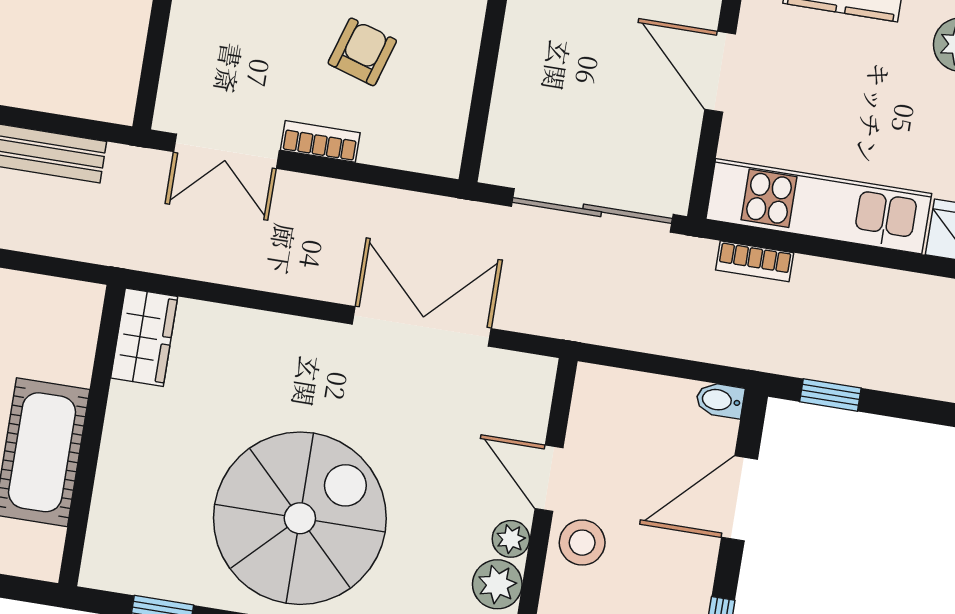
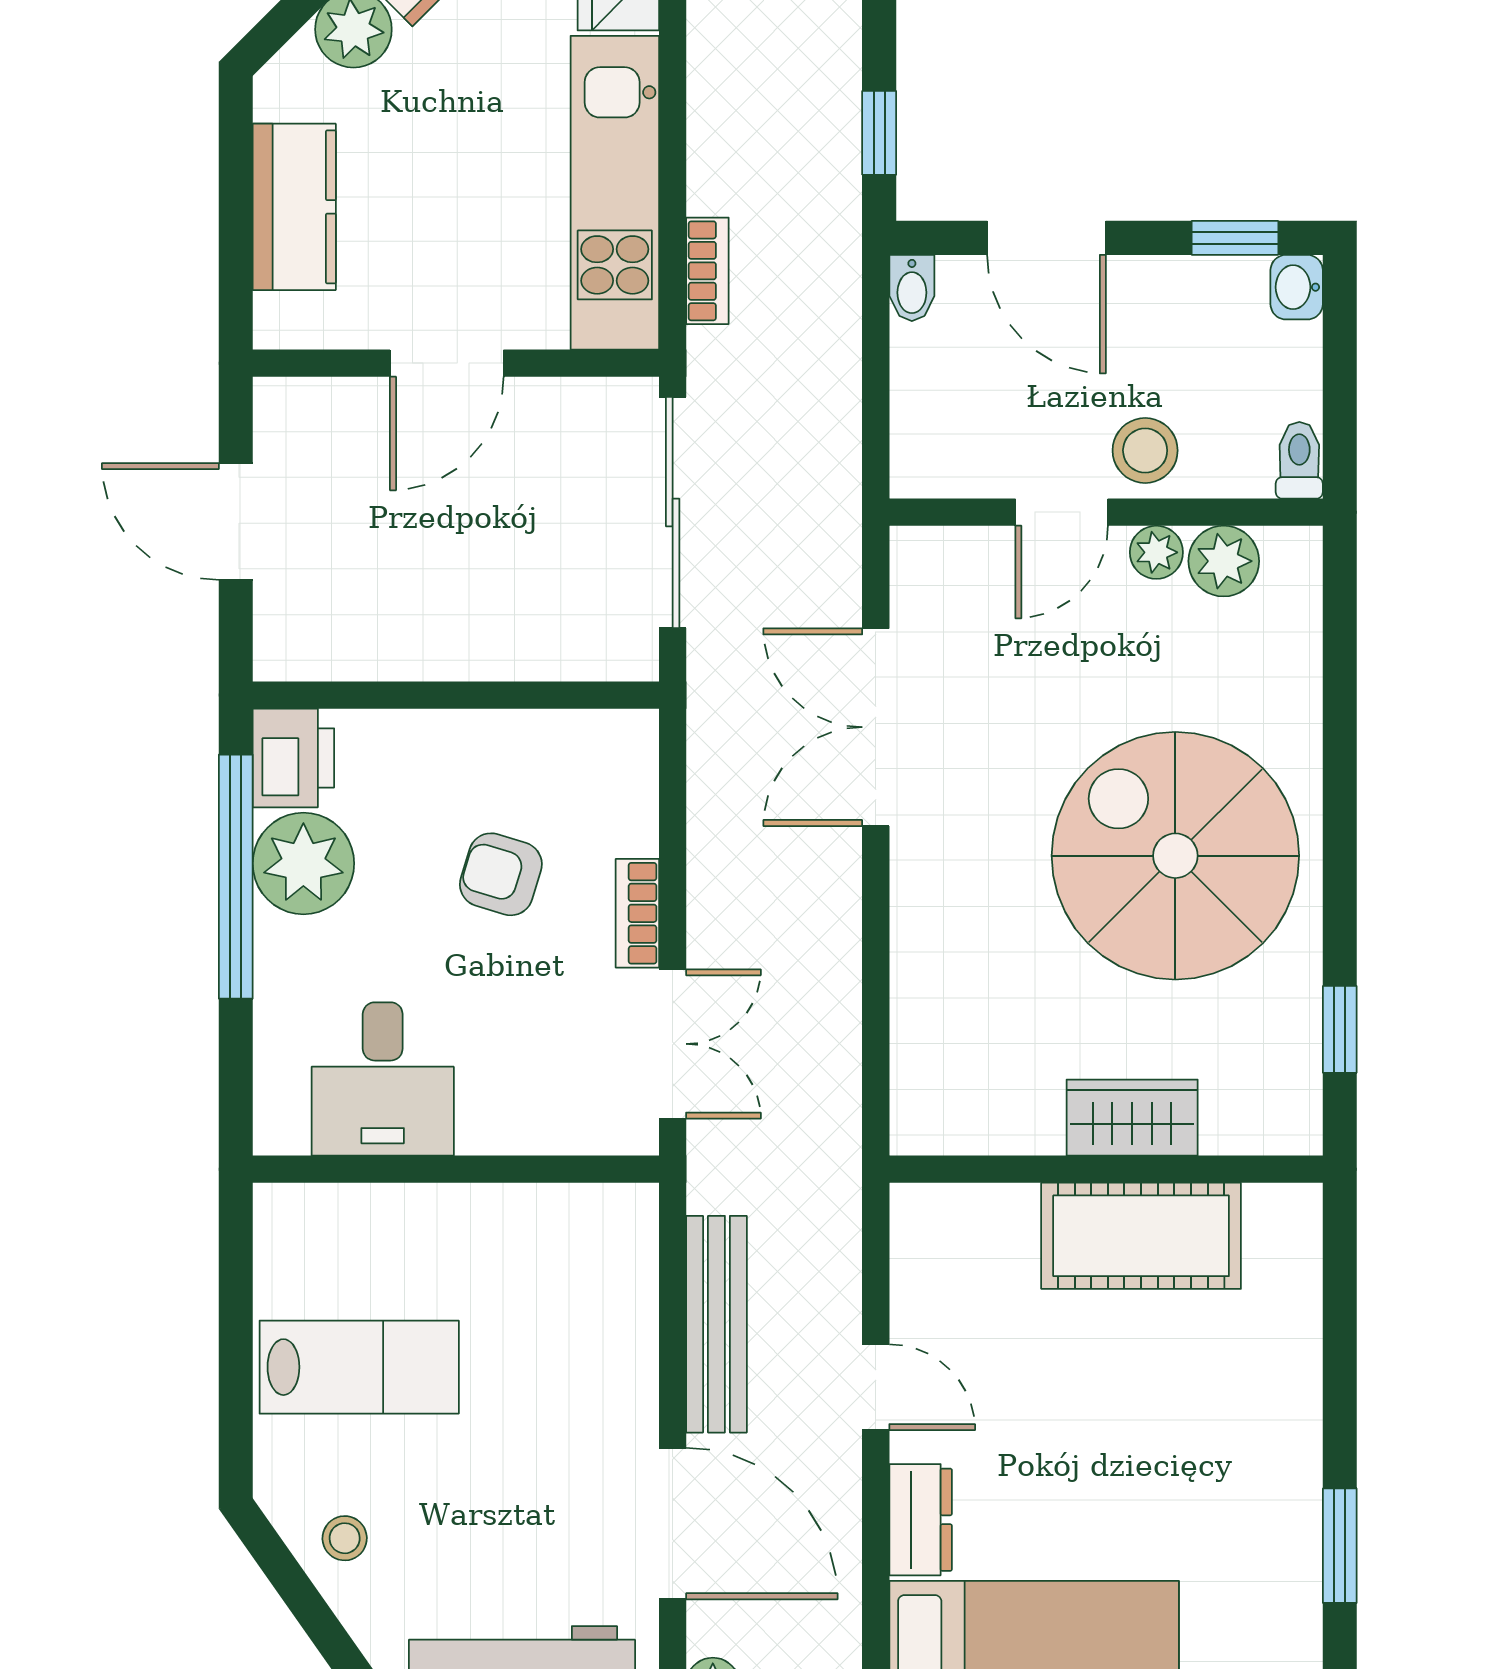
wardrobe: (144, 337) -> (1132, 1118), moved

